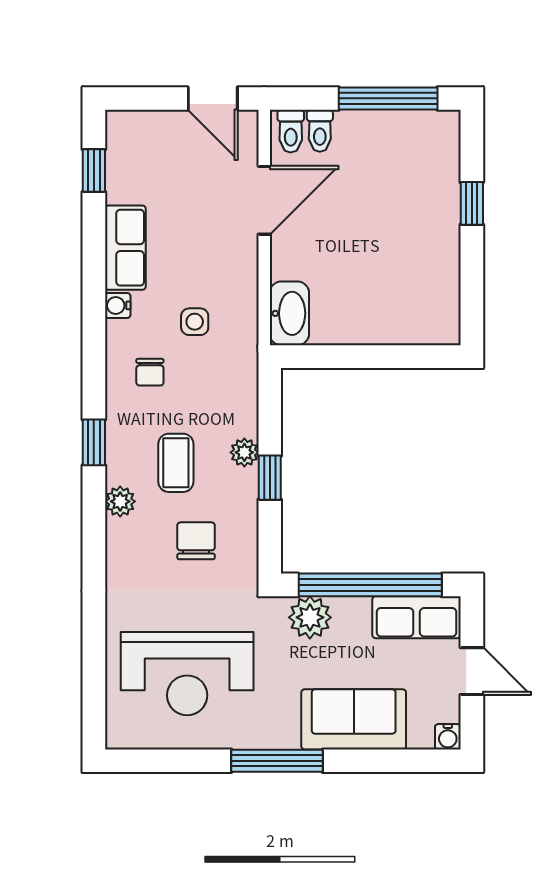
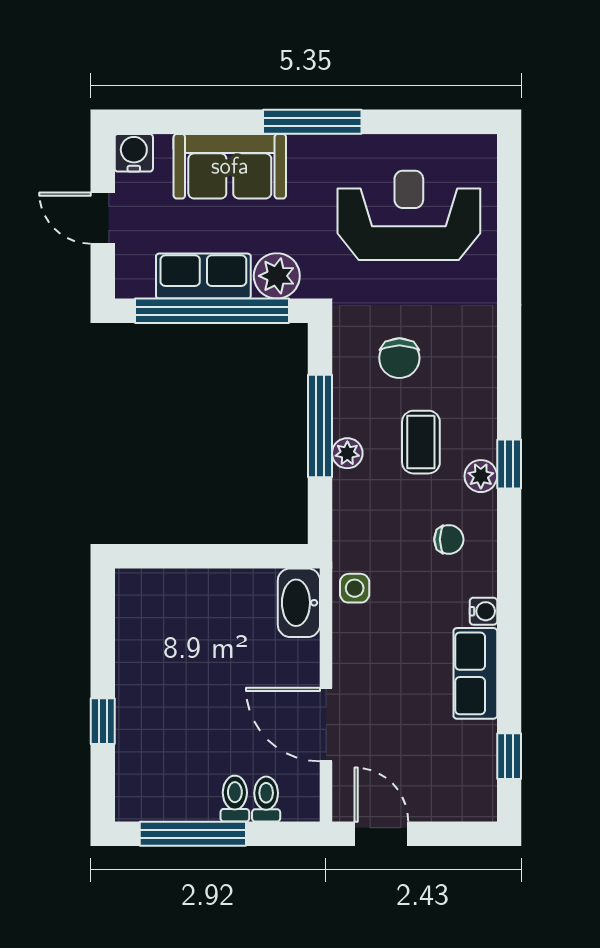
toilet: (291, 131) -> (235, 799), moved
door: (264, 200) -> (326, 724), hinge flipped
side table: (195, 322) -> (355, 588), moved
chair: (150, 372) -> (449, 539), turned 90
window: (270, 478) -> (320, 426), width x2.17
plant: (120, 501) -> (481, 476), moved
row of seats: (417, 617) -> (203, 276), moved
water cooler: (448, 737) -> (134, 153), width x1.38, depth x1.38

